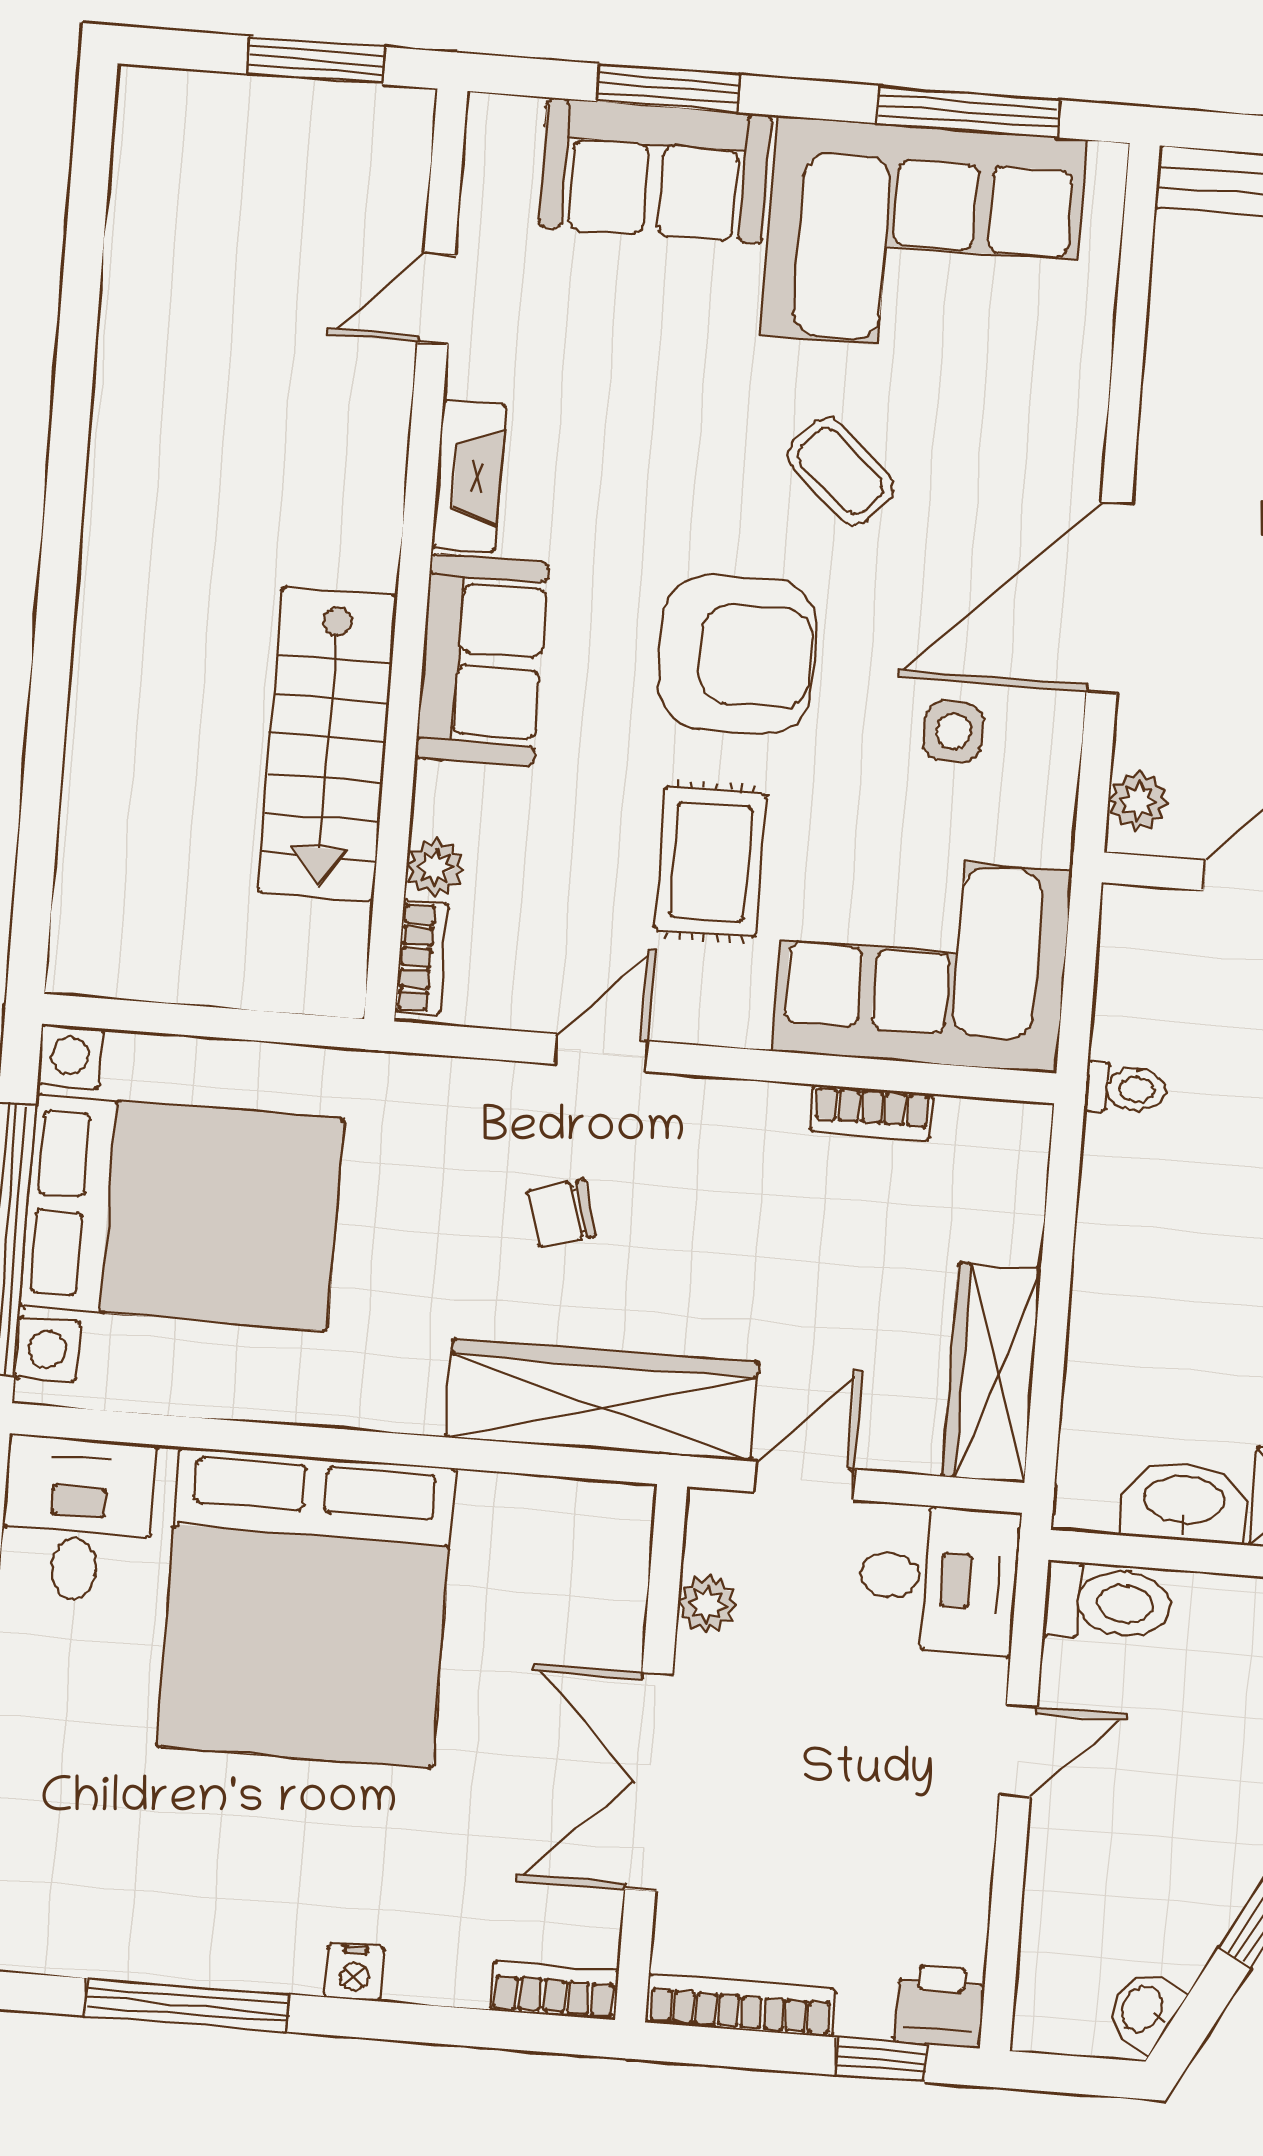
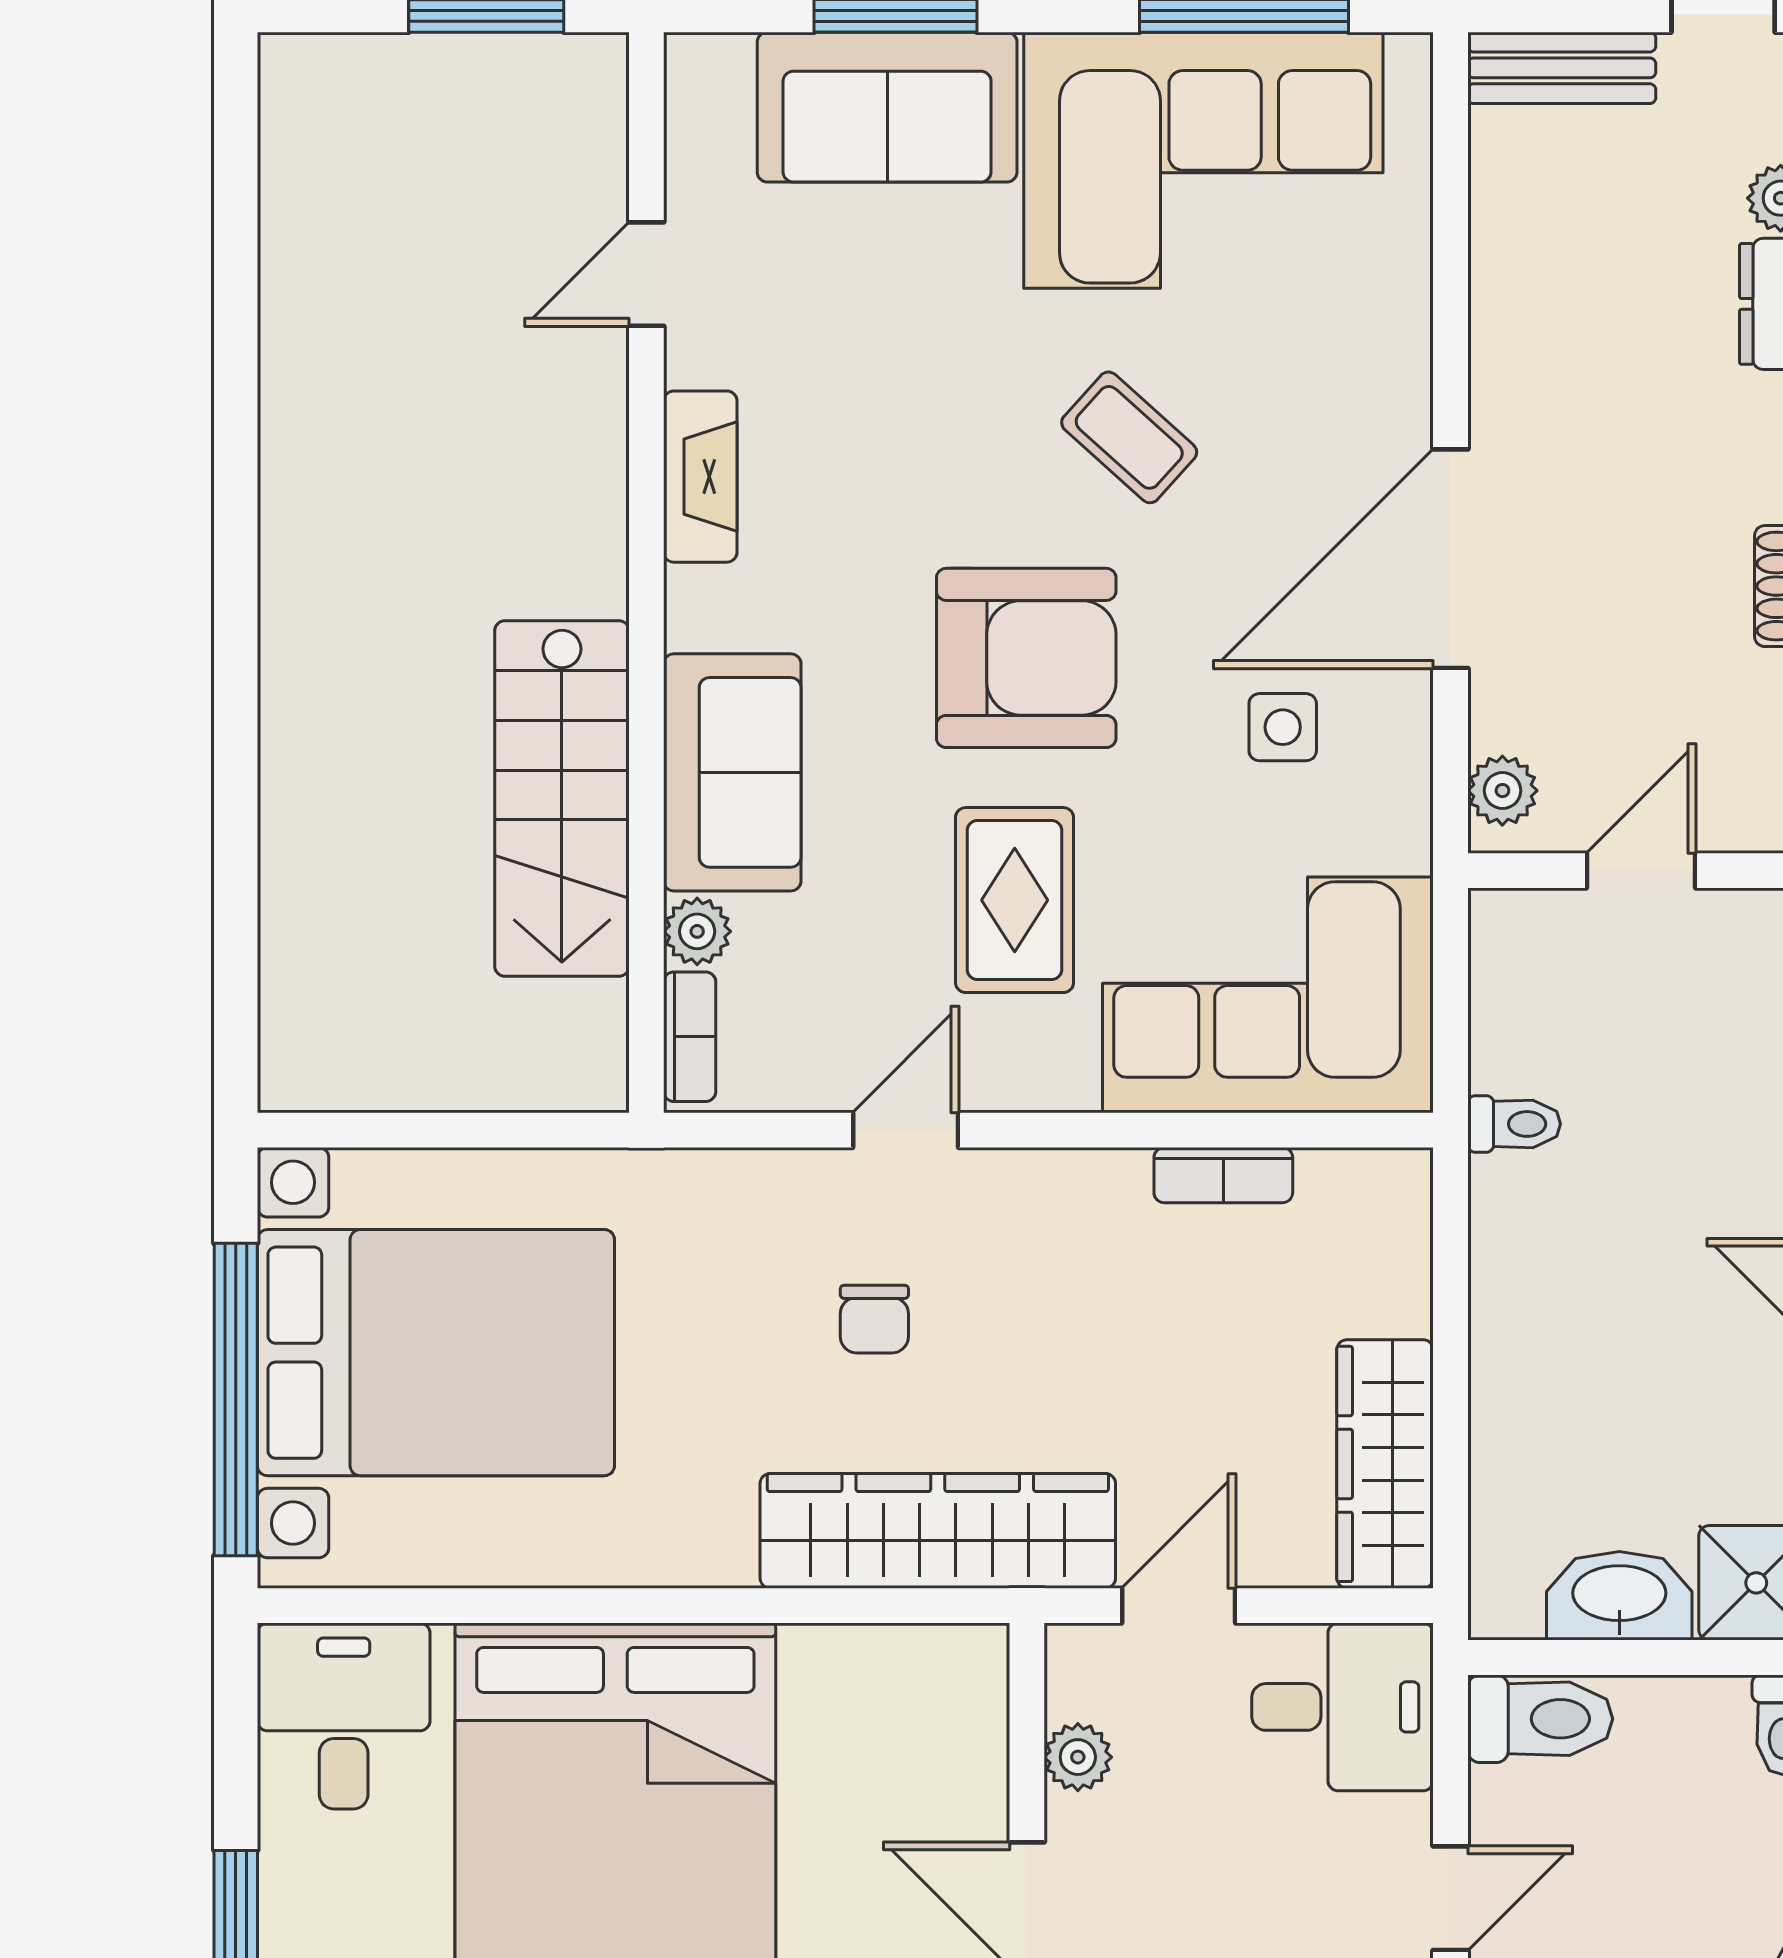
sofa: (482, 660) -> (732, 772), moved
chair: (561, 1213) -> (874, 1319), turned -74

